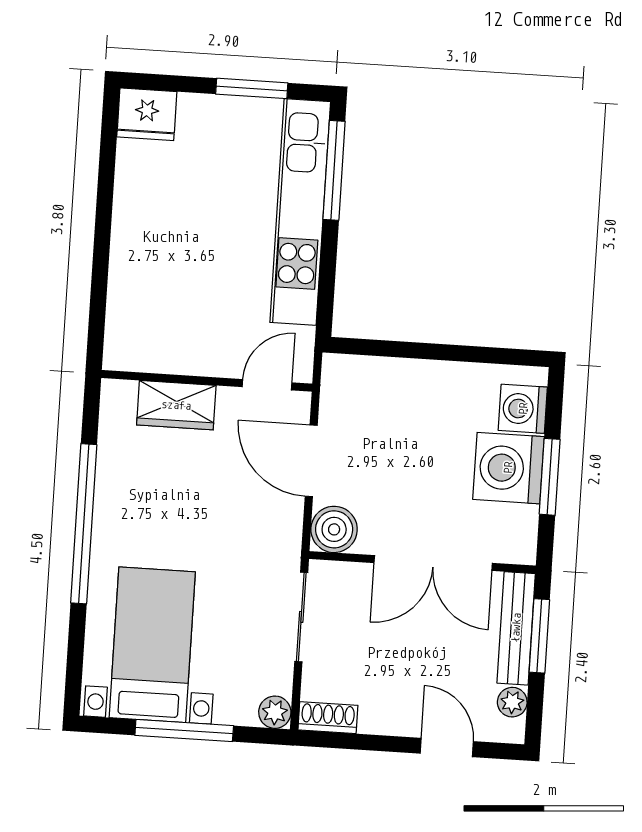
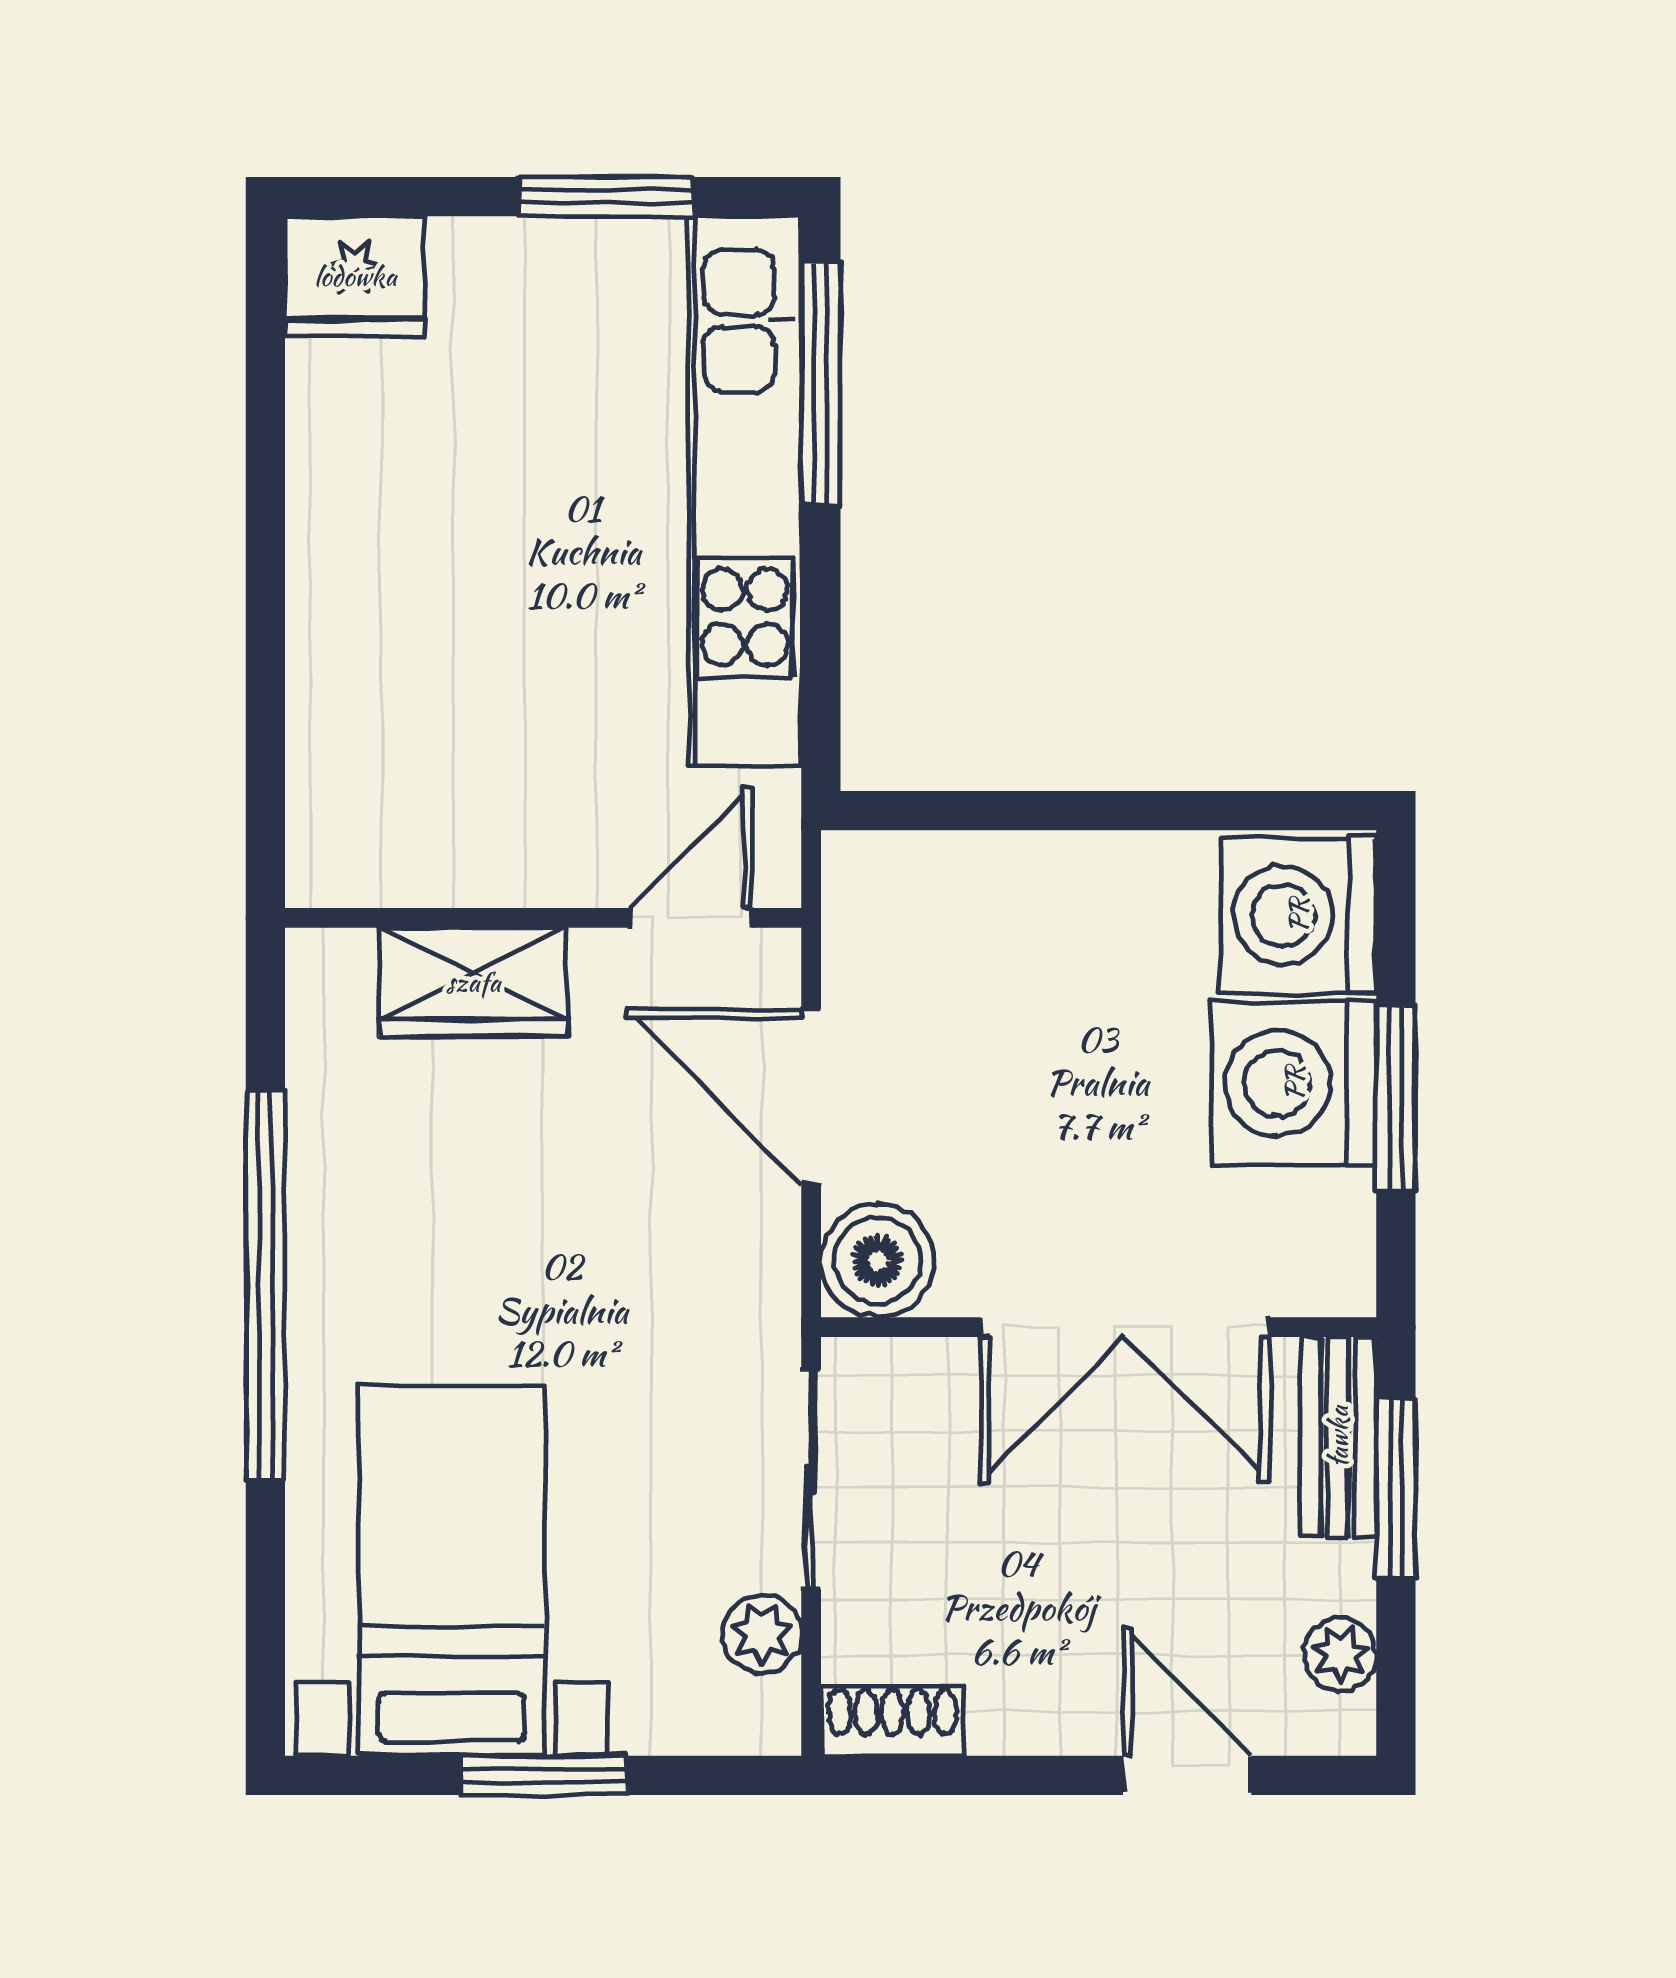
washing machine: (523, 409) -> (1298, 915), width x1.37, depth x1.37
bench: (516, 628) -> (1338, 1437), width x0.73
plant: (275, 712) -> (762, 1634), moved
window: (184, 730) -> (543, 1775), width x0.69

